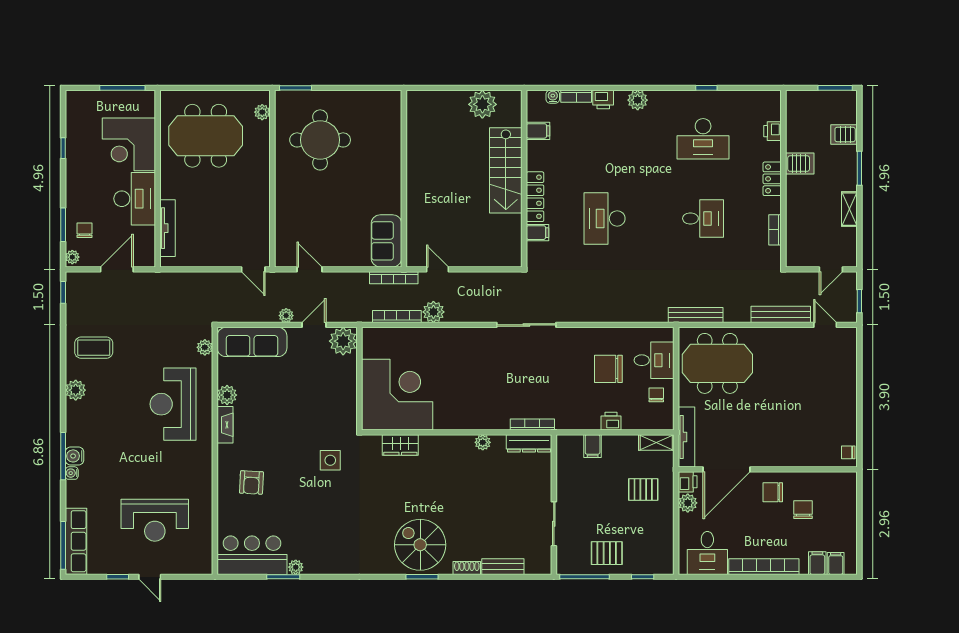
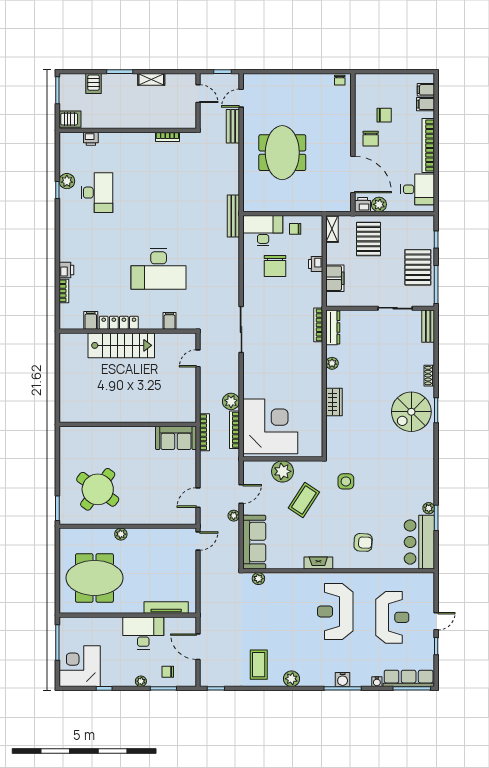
water cooler: (553, 97) -> (64, 309), removed
plant: (638, 100) -> (67, 181), moved
plant: (482, 104) -> (70, 364), removed
plant: (262, 112) -> (121, 534), moved
meeting table: (206, 136) -> (94, 578), turned 90
round table: (320, 140) -> (98, 489), turned 36
corner desk: (129, 144) -> (80, 666), moved, turned 180
server rack: (800, 164) -> (70, 119), moved, turned 90
locker: (772, 179) -> (128, 139), removed
locker: (535, 197) -> (119, 323), moved
desk: (605, 218) -> (159, 269), width x1.36, depth x1.30
desk: (703, 218) -> (159, 193), removed
plant: (72, 257) -> (141, 681), moved
door: (437, 269) -> (198, 358), moved
bench: (781, 314) -> (233, 126), width x0.73
bench: (696, 315) -> (233, 216), moved
door: (314, 325) -> (241, 494), swing flipped
plant: (343, 341) -> (283, 471), moved
desk: (654, 360) -> (263, 231), width x1.37
meeting table: (717, 363) -> (282, 153), moved
plant: (227, 395) -> (295, 561), removed
corner desk: (397, 395) -> (270, 426), moved, turned 90
reception desk: (173, 404) -> (335, 611), moved, turned 90
coffee table: (306, 406) -> (304, 500), added
tv unit: (686, 437) -> (328, 206), removed
wardrobe: (400, 445) -> (334, 402), moved
filing cabinet: (593, 446) -> (335, 278), width x2.00
water cooler: (72, 473) -> (377, 682), moved
pallet: (643, 489) -> (369, 239), width x1.50, depth x1.42
chair: (803, 510) -> (384, 115), turned 180
pallet: (607, 553) -> (418, 267), width x1.50, depth x1.42
bench: (503, 567) -> (428, 326), moved

